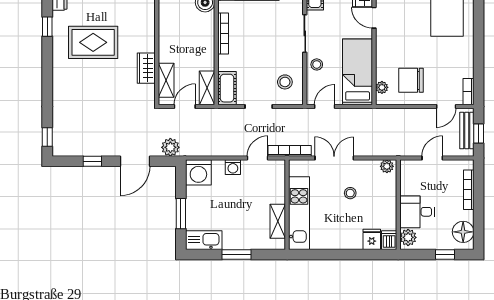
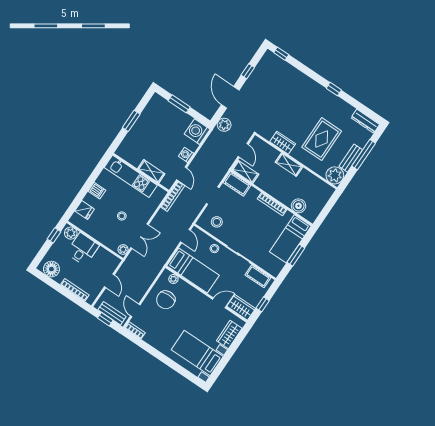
window: (47, 27) -> (334, 89), moved
rug: (93, 42) -> (322, 139), moved
shelving: (166, 80) -> (289, 165), moved
chair: (411, 80) -> (166, 300), turned 180
double door: (334, 158) -> (140, 236), moved
shelving: (278, 221) -> (151, 171), moved
kitchen sink: (204, 240) -> (153, 107), removed
dishwasher: (389, 240) -> (97, 191), moved
window: (445, 255) -> (54, 235), moved

